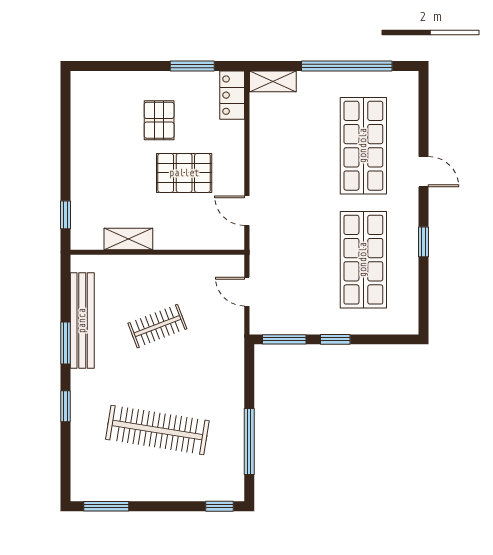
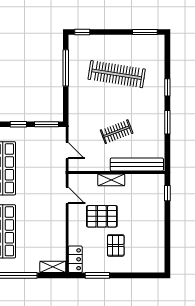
shelving: (128, 239) -> (111, 180), moved
bench: (82, 321) -> (137, 165), moved, turned 90

